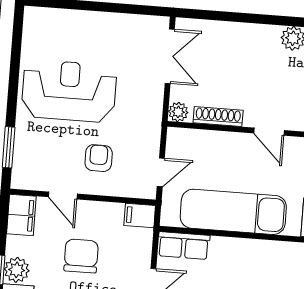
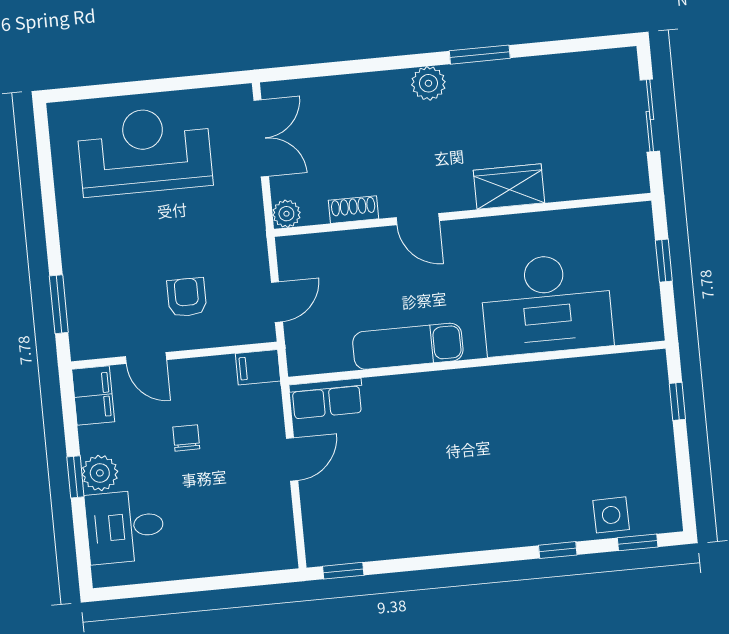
reception desk: (69, 91) -> (145, 151), moved
shoe rack: (218, 117) -> (353, 210), width x0.70
exam couch: (233, 212) -> (408, 346), width x0.73, depth x0.69
chair: (81, 256) -> (186, 438), width x0.54, depth x0.54

